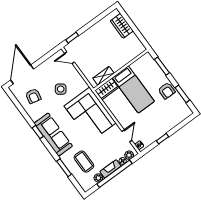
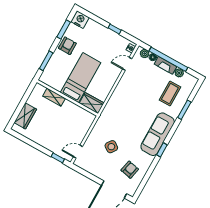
door: (70, 58) -> (78, 152), swing flipped
shelving: (103, 76) -> (54, 97), moved
nightstand: (185, 112) -> (80, 20), added
corner sofa: (90, 114) -> (123, 108), removed

